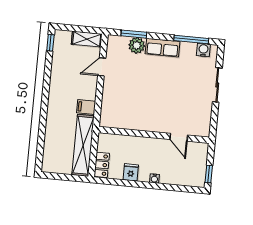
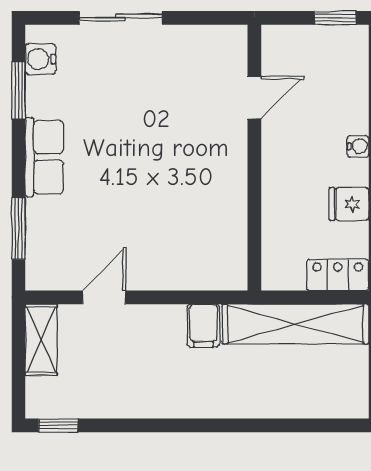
window: (191, 40) -> (18, 90), width x0.69
plant: (137, 45) -> (45, 219), removed
door: (102, 67) -> (104, 297), swing flipped

